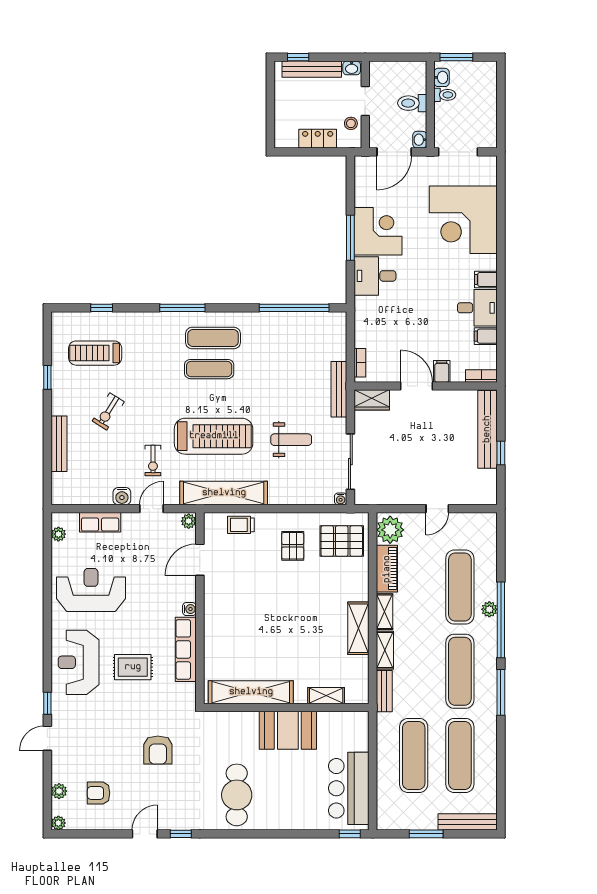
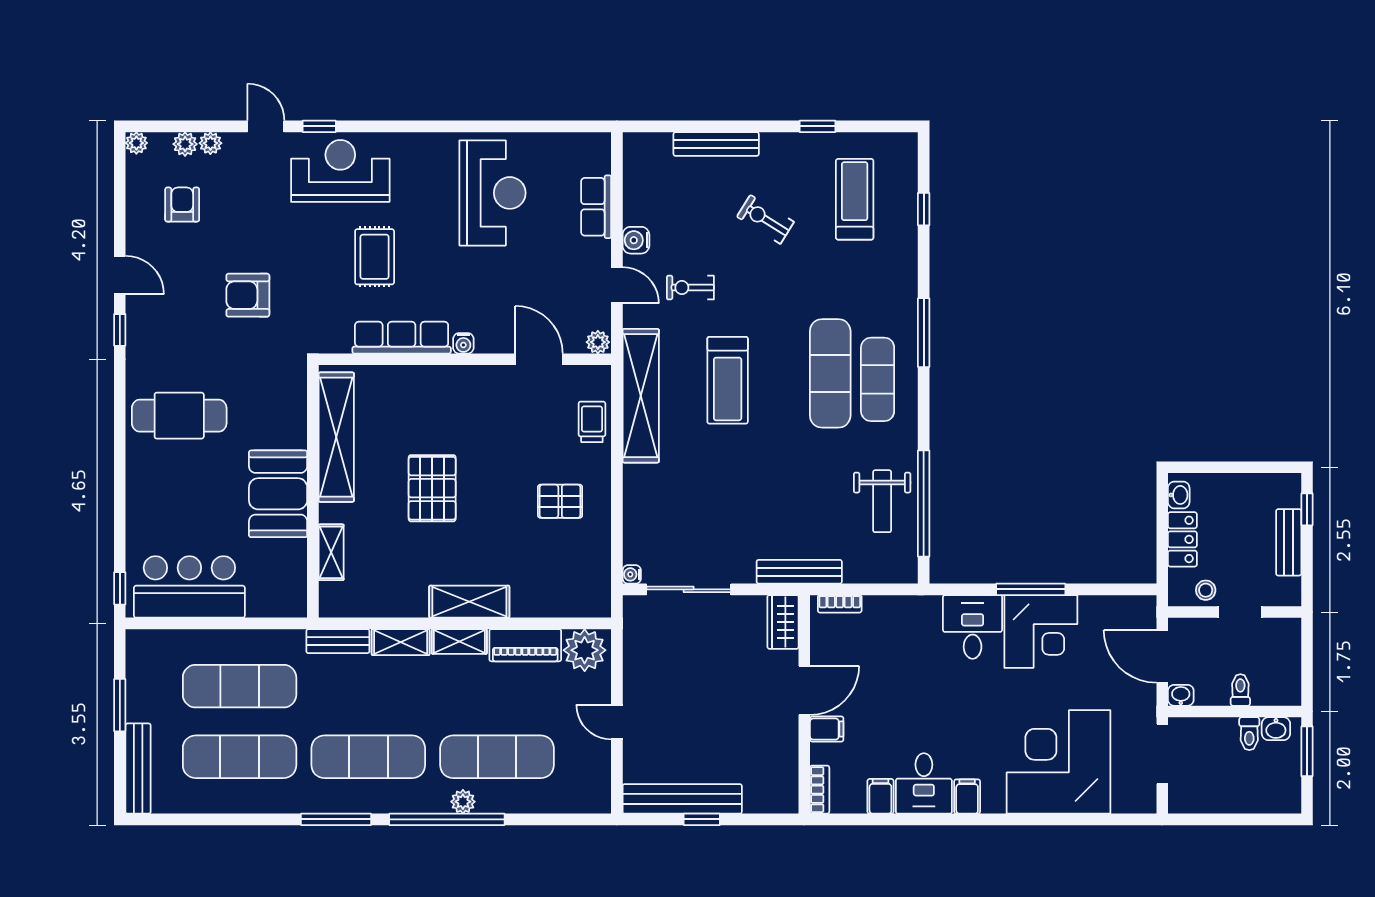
washbasin: (352, 68) -> (1179, 495), moved, turned 180
bench: (312, 69) -> (1289, 542), width x0.73
toilet: (412, 103) -> (1240, 690), width x0.73, depth x0.72
exercise mat: (209, 369) -> (830, 373), width x1.36, depth x1.45
bench: (487, 429) -> (682, 799), moved
treadmill: (214, 436) -> (728, 380), width x0.73, depth x0.73
weight bench: (291, 440) -> (882, 501), moved
plant: (58, 534) -> (210, 143), moved
pallet: (342, 541) -> (432, 488), moved
shelving: (358, 628) -> (469, 602), moved
reception desk: (79, 662) -> (340, 171), moved

